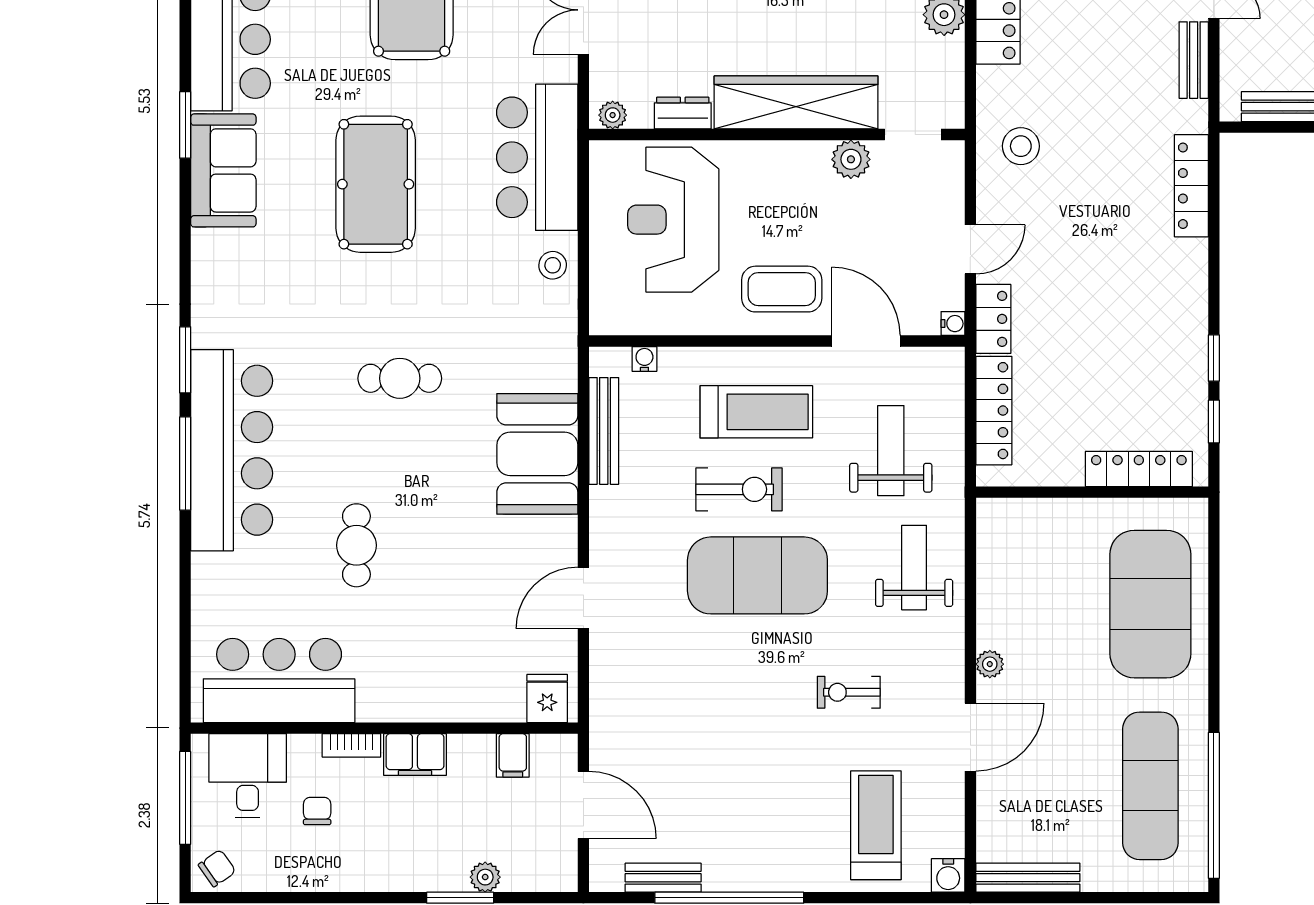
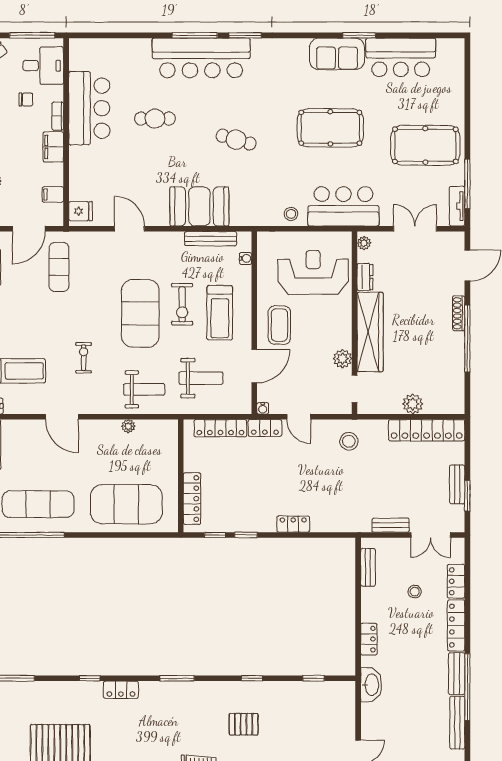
locker: (1191, 186) -> (293, 524), moved, width x0.66
cafe table: (400, 378) -> (236, 140), turned -74
plant: (990, 664) -> (128, 426), moved
bar counter: (279, 681) -> (89, 108), moved
exercise mat: (662, 743) -> (59, 267), added

